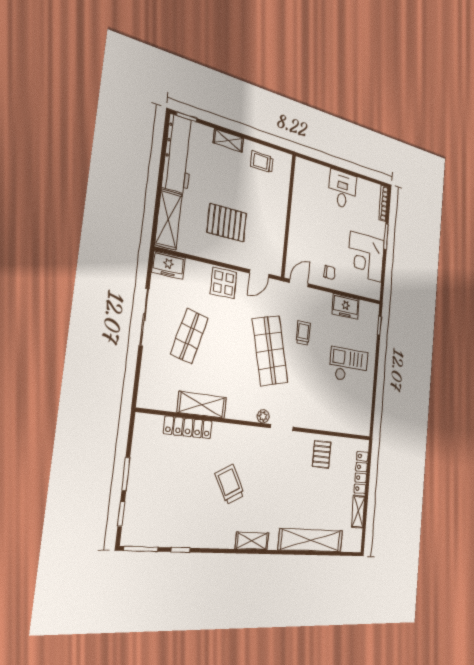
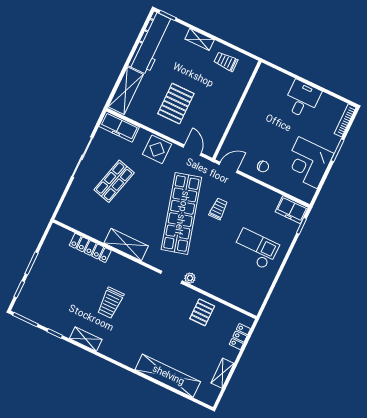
pallet: (227, 223) -> (176, 104), turned 90
freezer: (168, 265) -> (119, 127), width x1.40
door: (259, 274) -> (192, 150), swing flipped
freezer: (346, 307) -> (292, 210), moved
shop shelf: (270, 351) -> (181, 213), width x1.40
shelving: (202, 405) -> (126, 245), moved
plant: (263, 416) -> (190, 278), moved
locker: (361, 472) -> (240, 337), width x0.66
trolley: (230, 484) -> (110, 303), turned -151
shelving: (252, 541) -> (86, 339), moved

